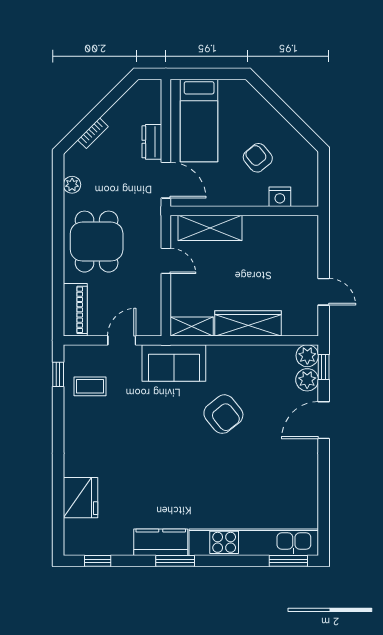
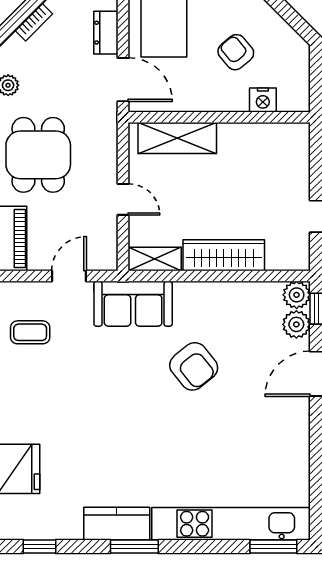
door: (166, 261) -> (123, 199), moved

